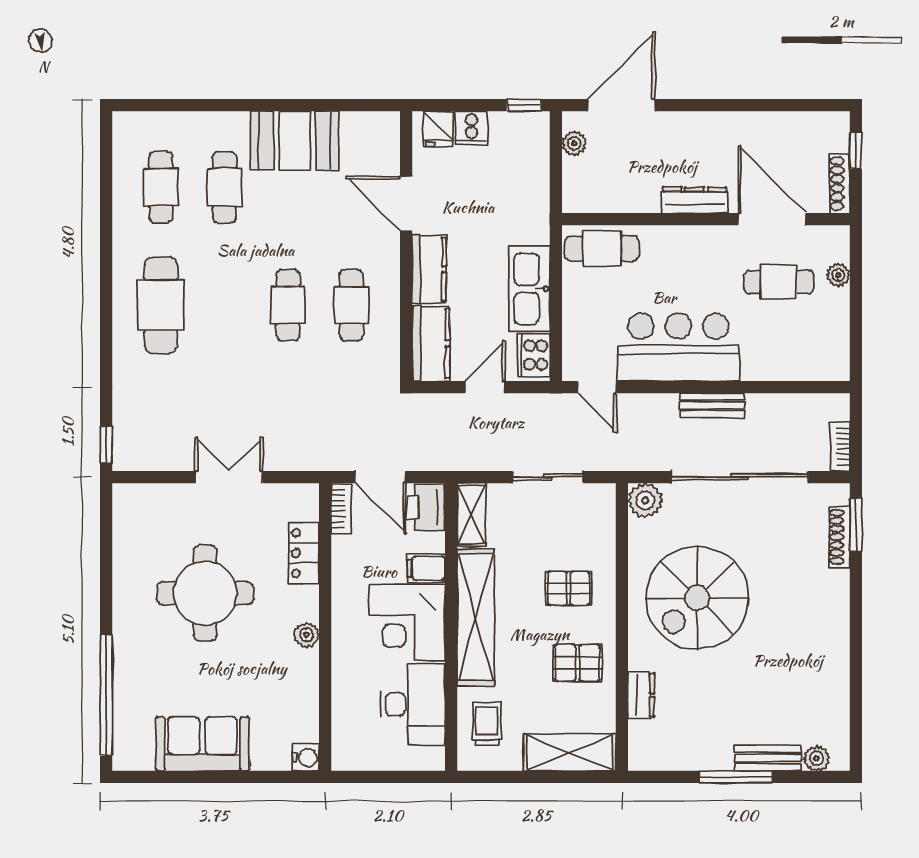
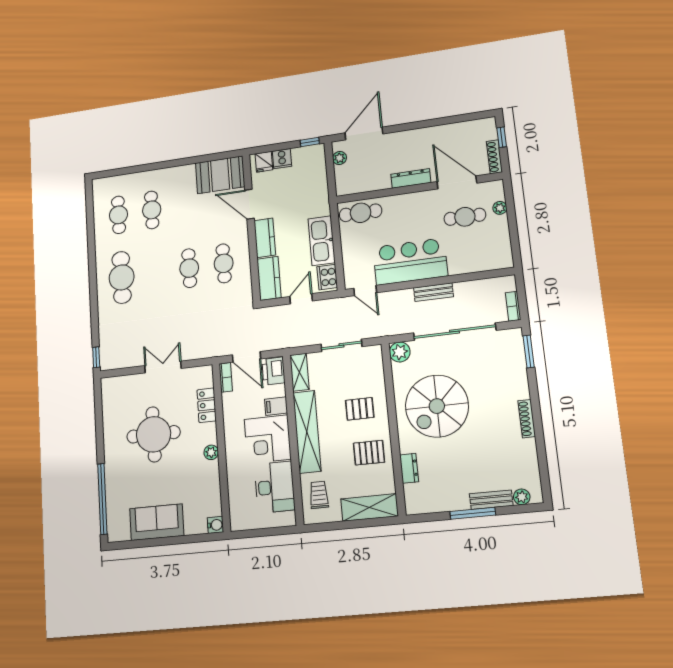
booth: (295, 141) -> (220, 175), moved
shoe rack: (839, 537) -> (527, 419), moved

